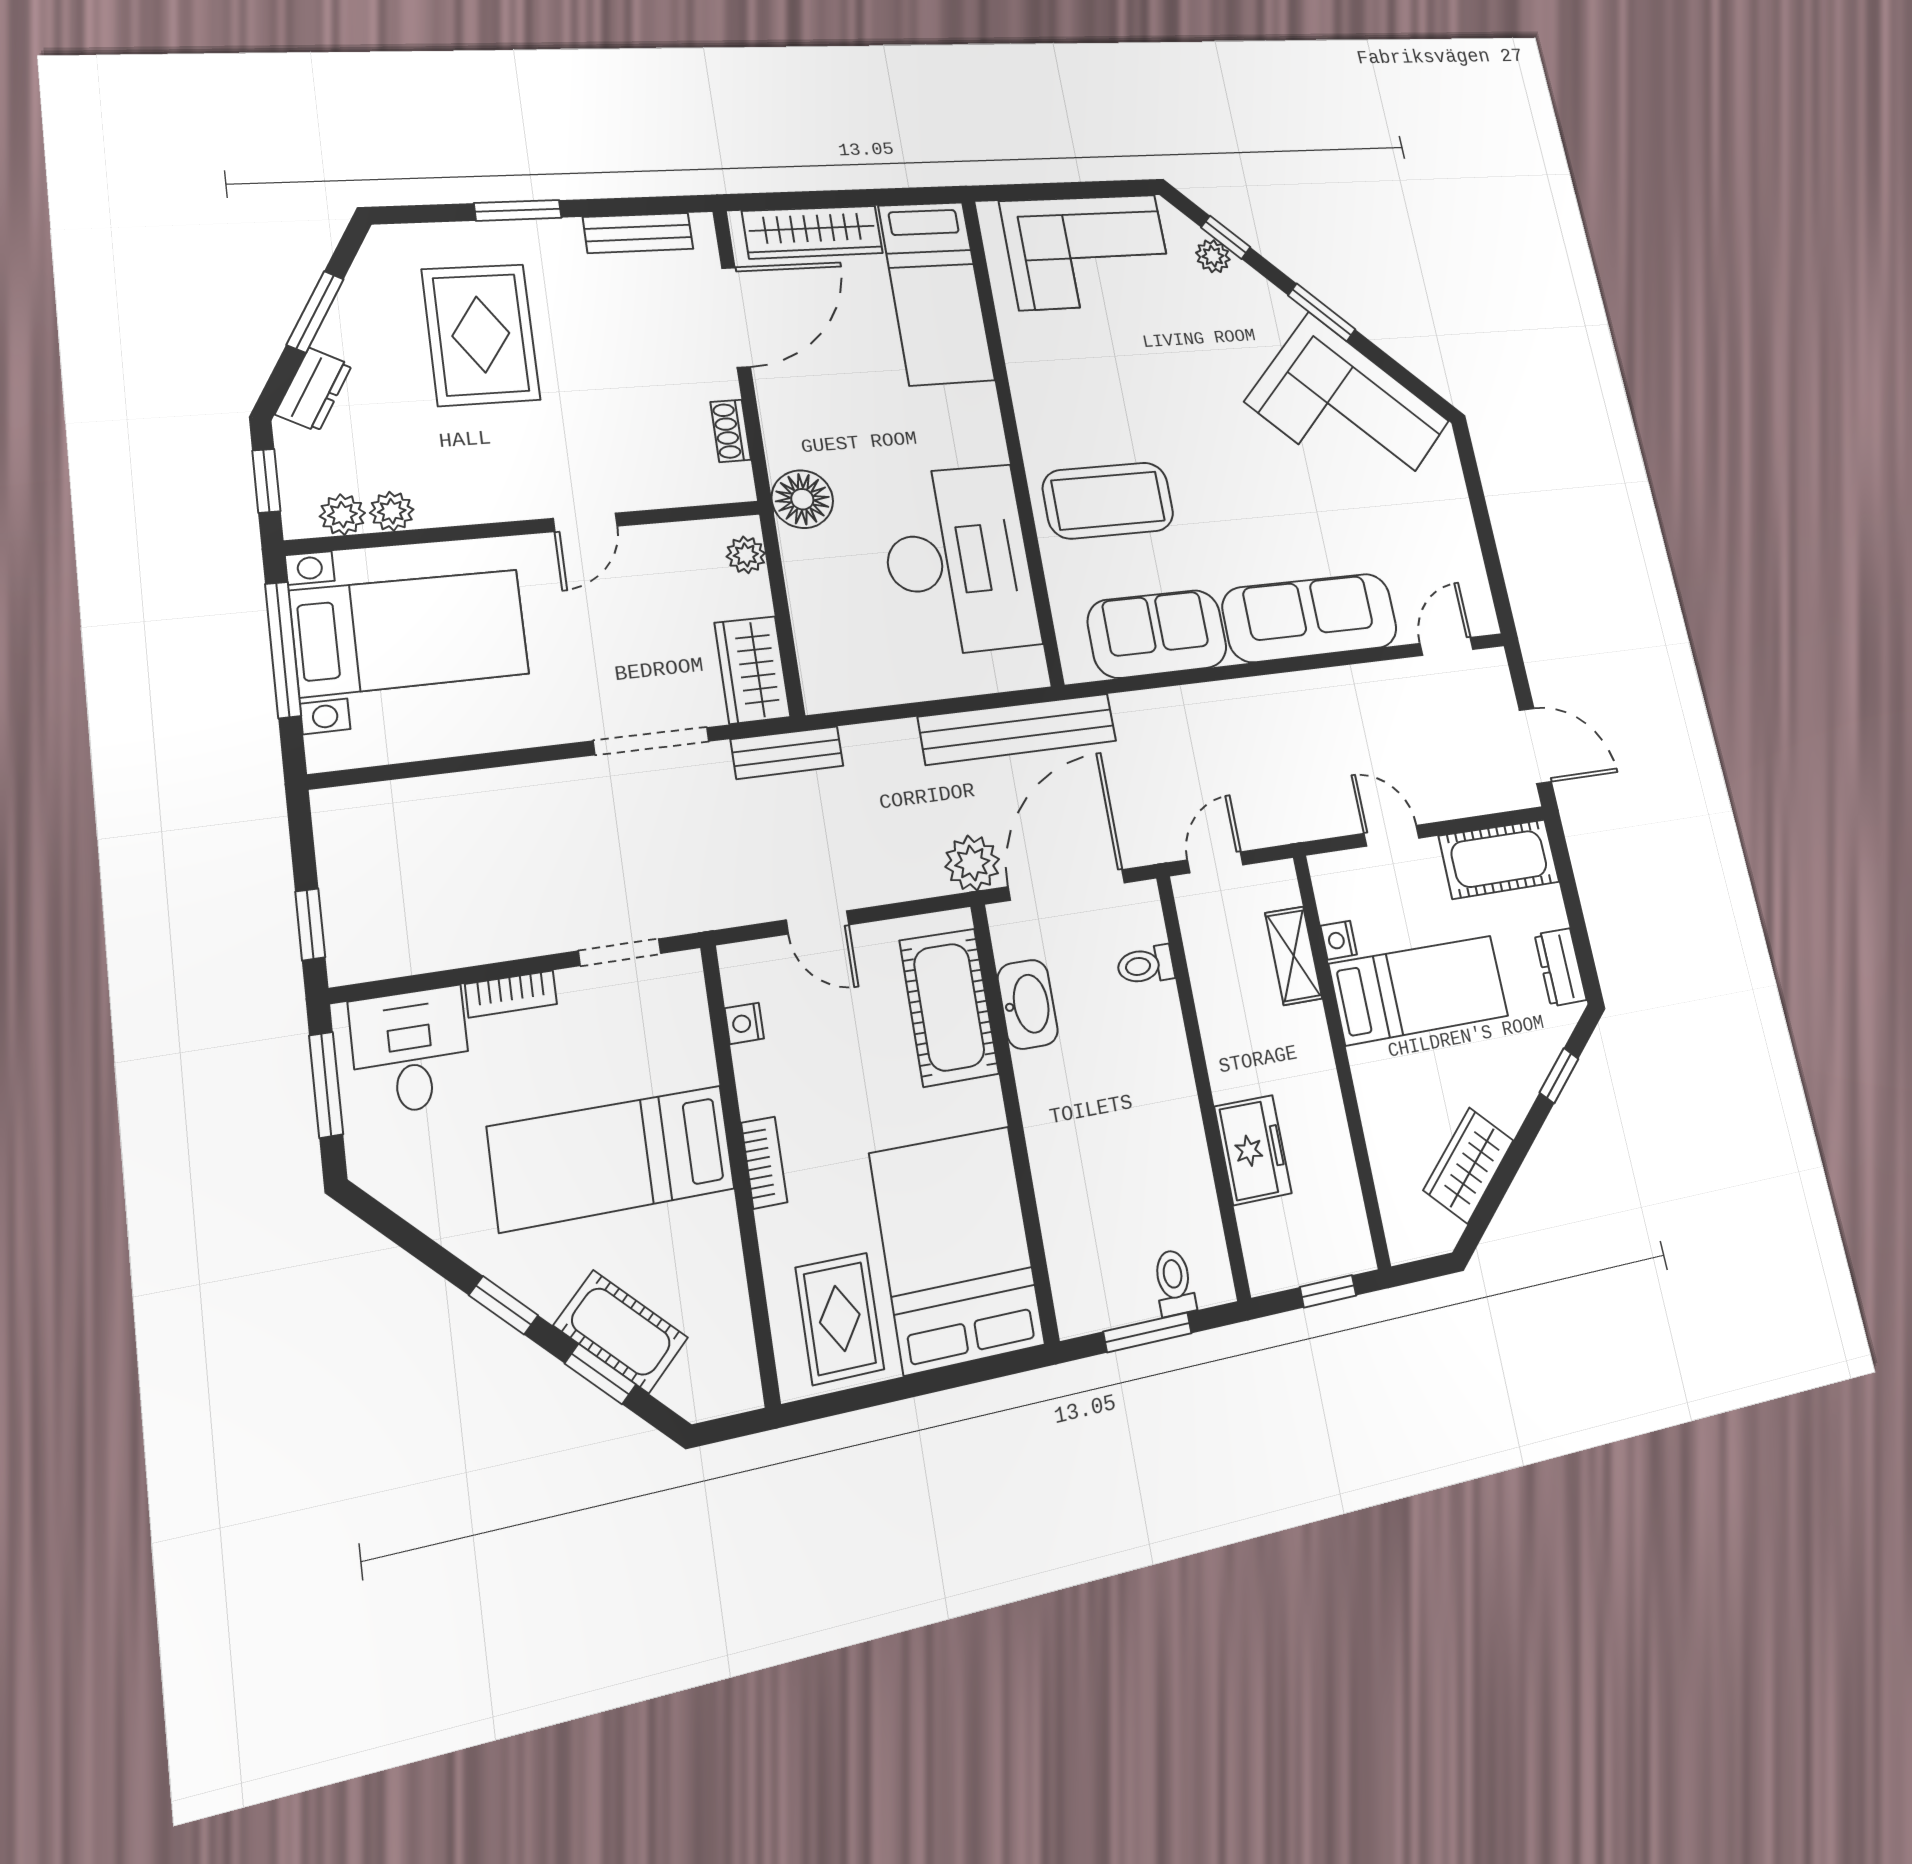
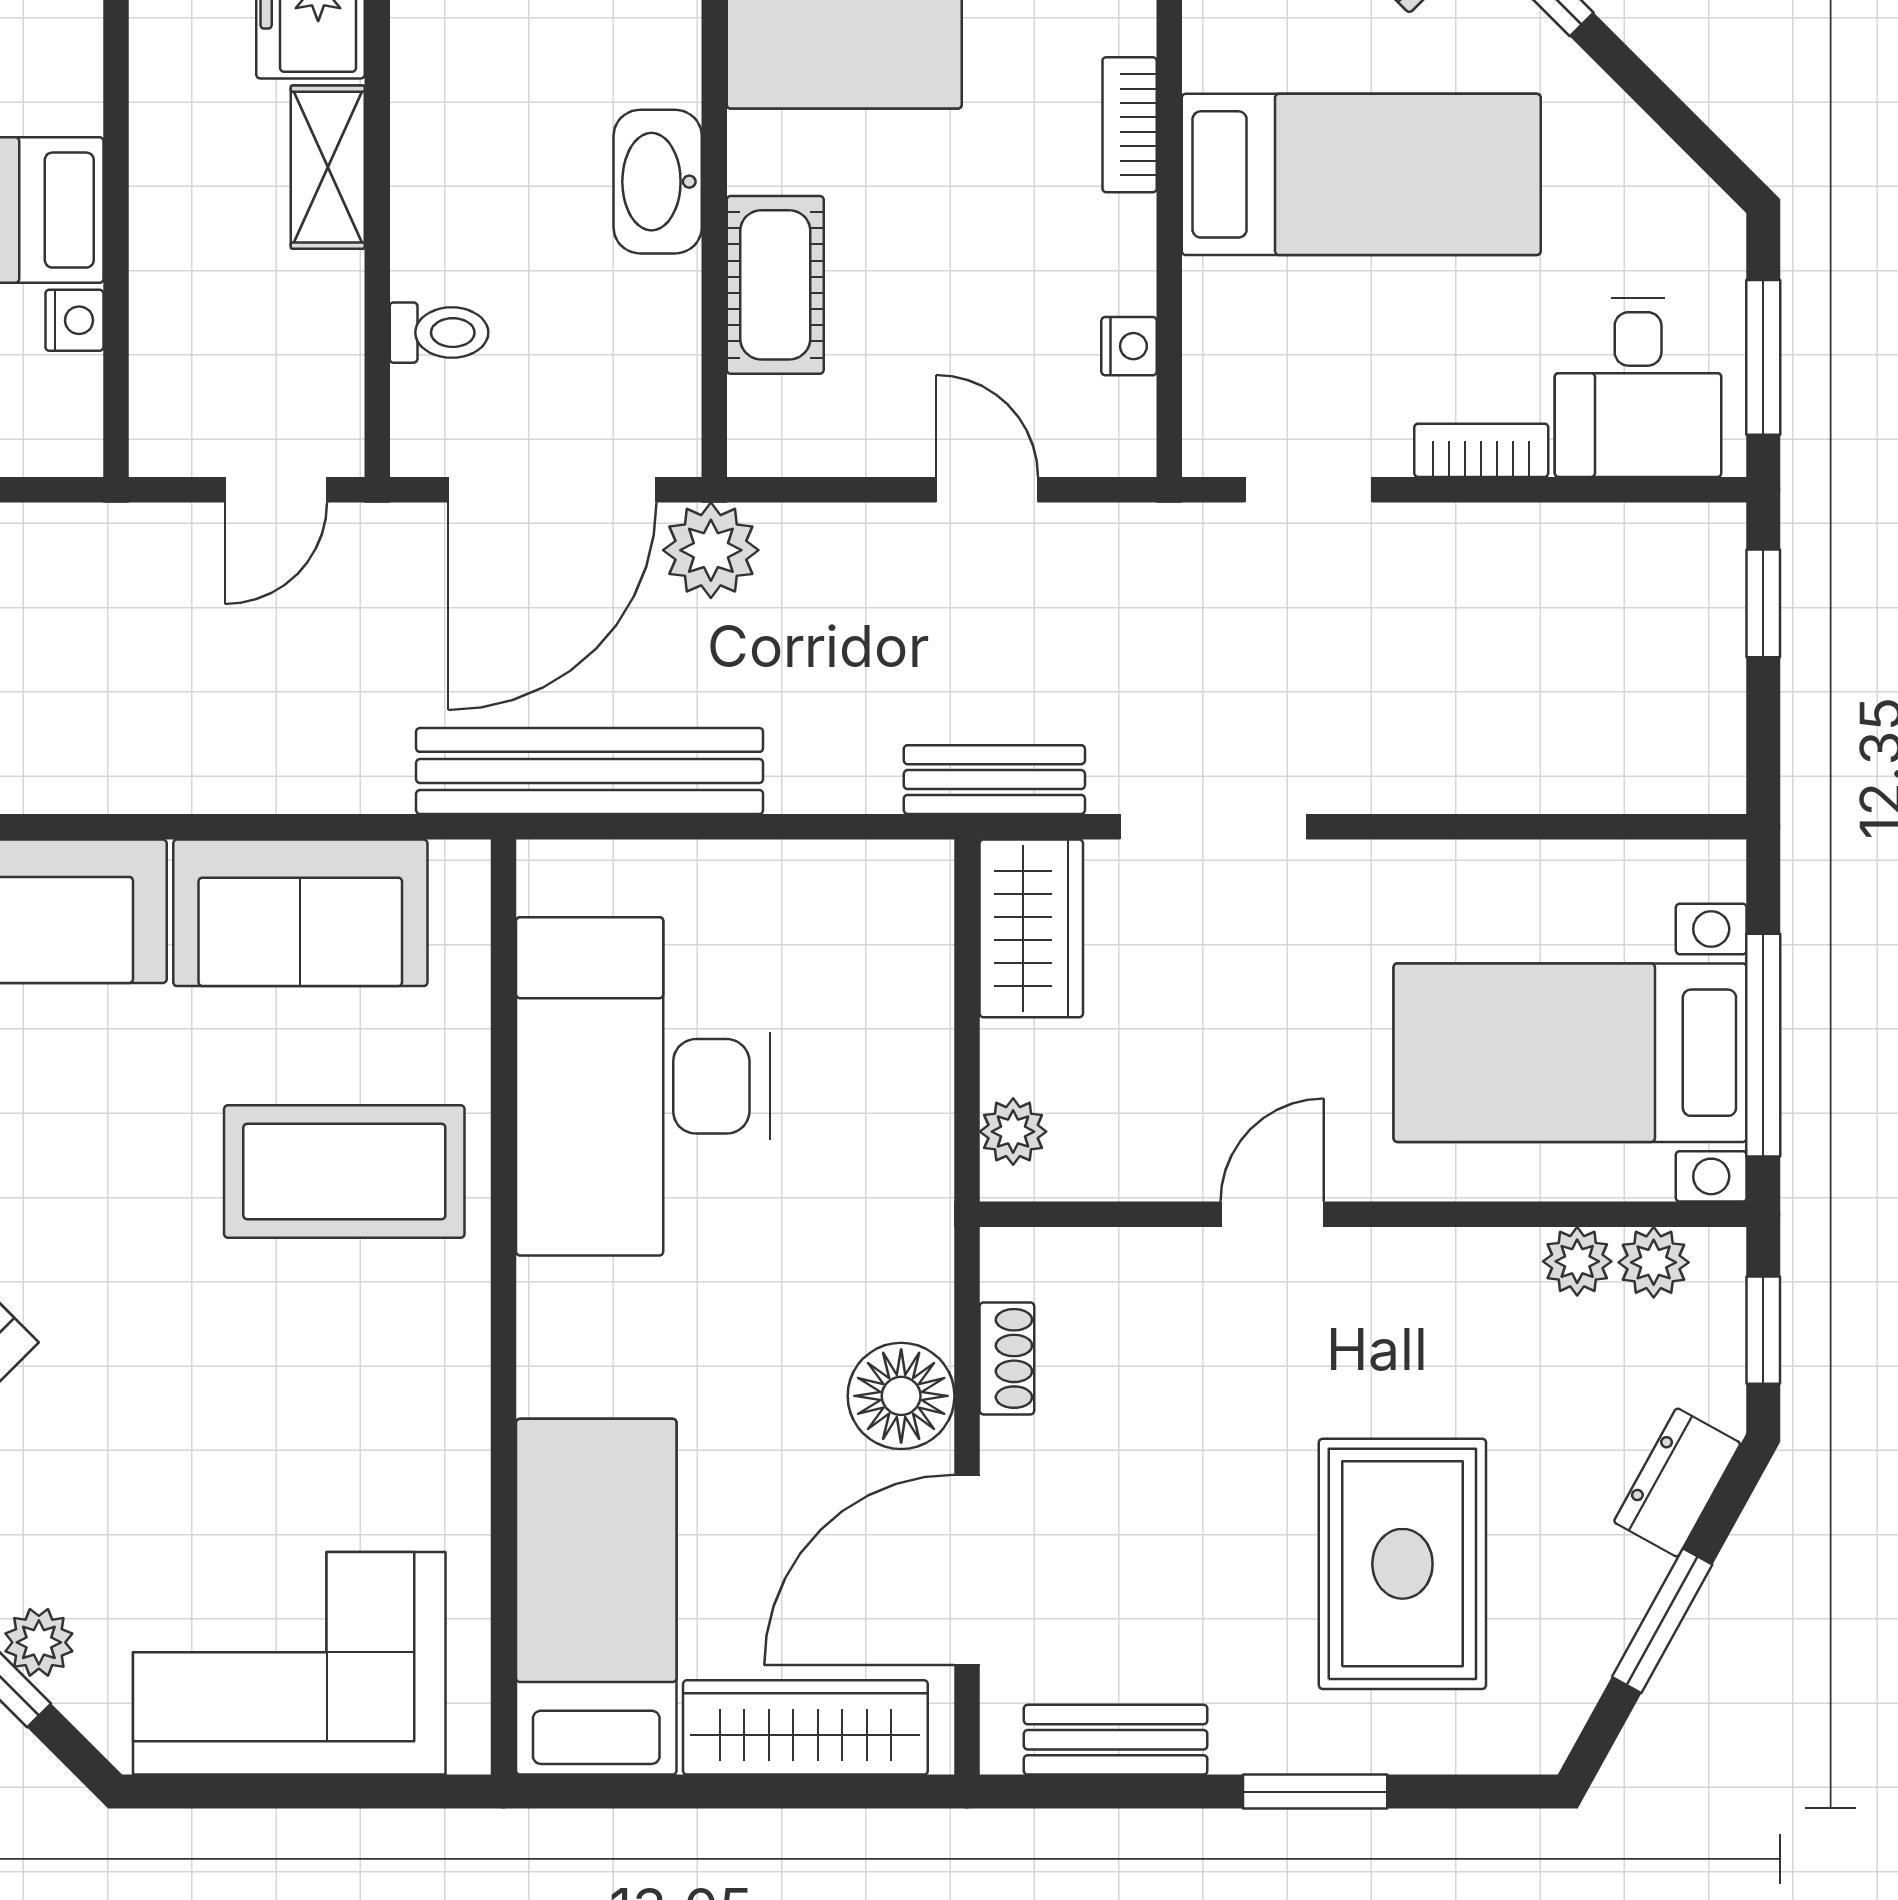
floor lamp: (802, 499) -> (901, 1396), moved
shelving: (1294, 956) -> (328, 167), moved
washbasin: (1028, 1004) -> (658, 182), moved
cot: (949, 1007) -> (775, 285), width x0.73, depth x0.75

